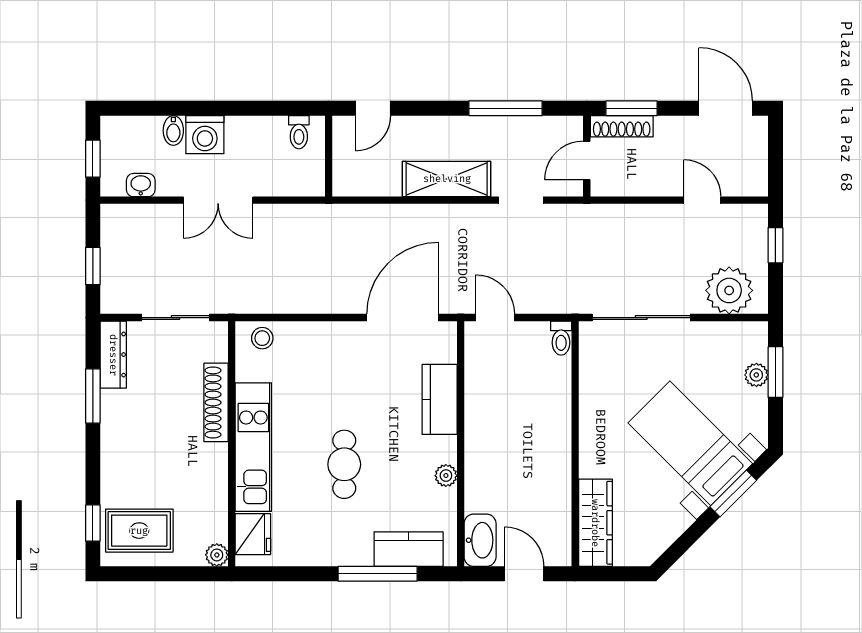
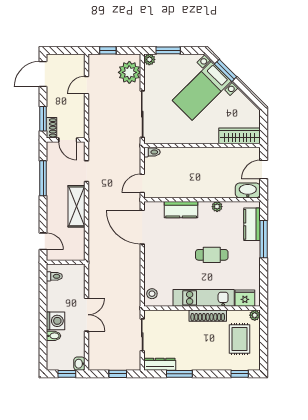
shoe rack: (622, 126) -> (52, 128), width x0.70
washbasin: (141, 185) -> (79, 364), moved
plant: (756, 375) -> (149, 59), moved
shoe rack: (216, 402) -> (208, 316), moved
rug: (139, 531) -> (239, 339), moved

